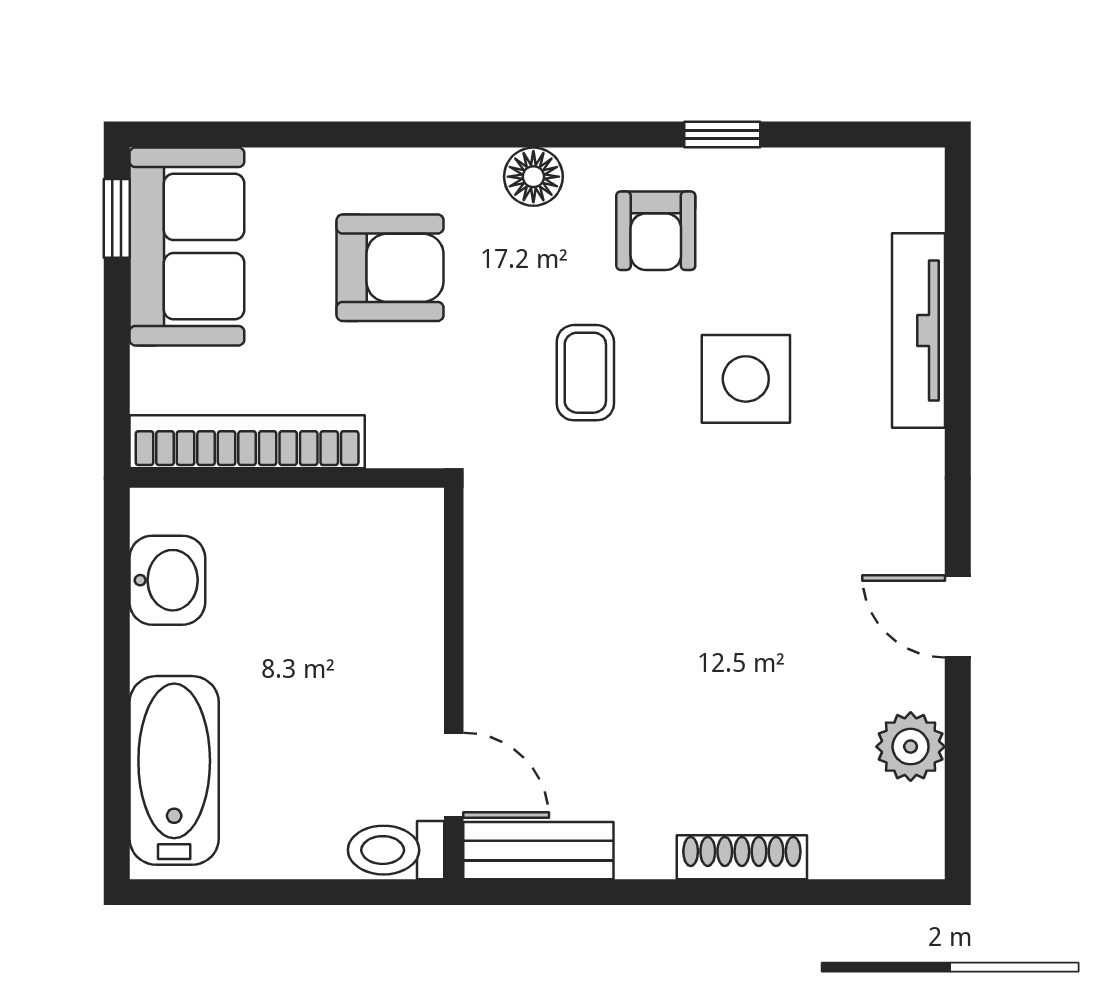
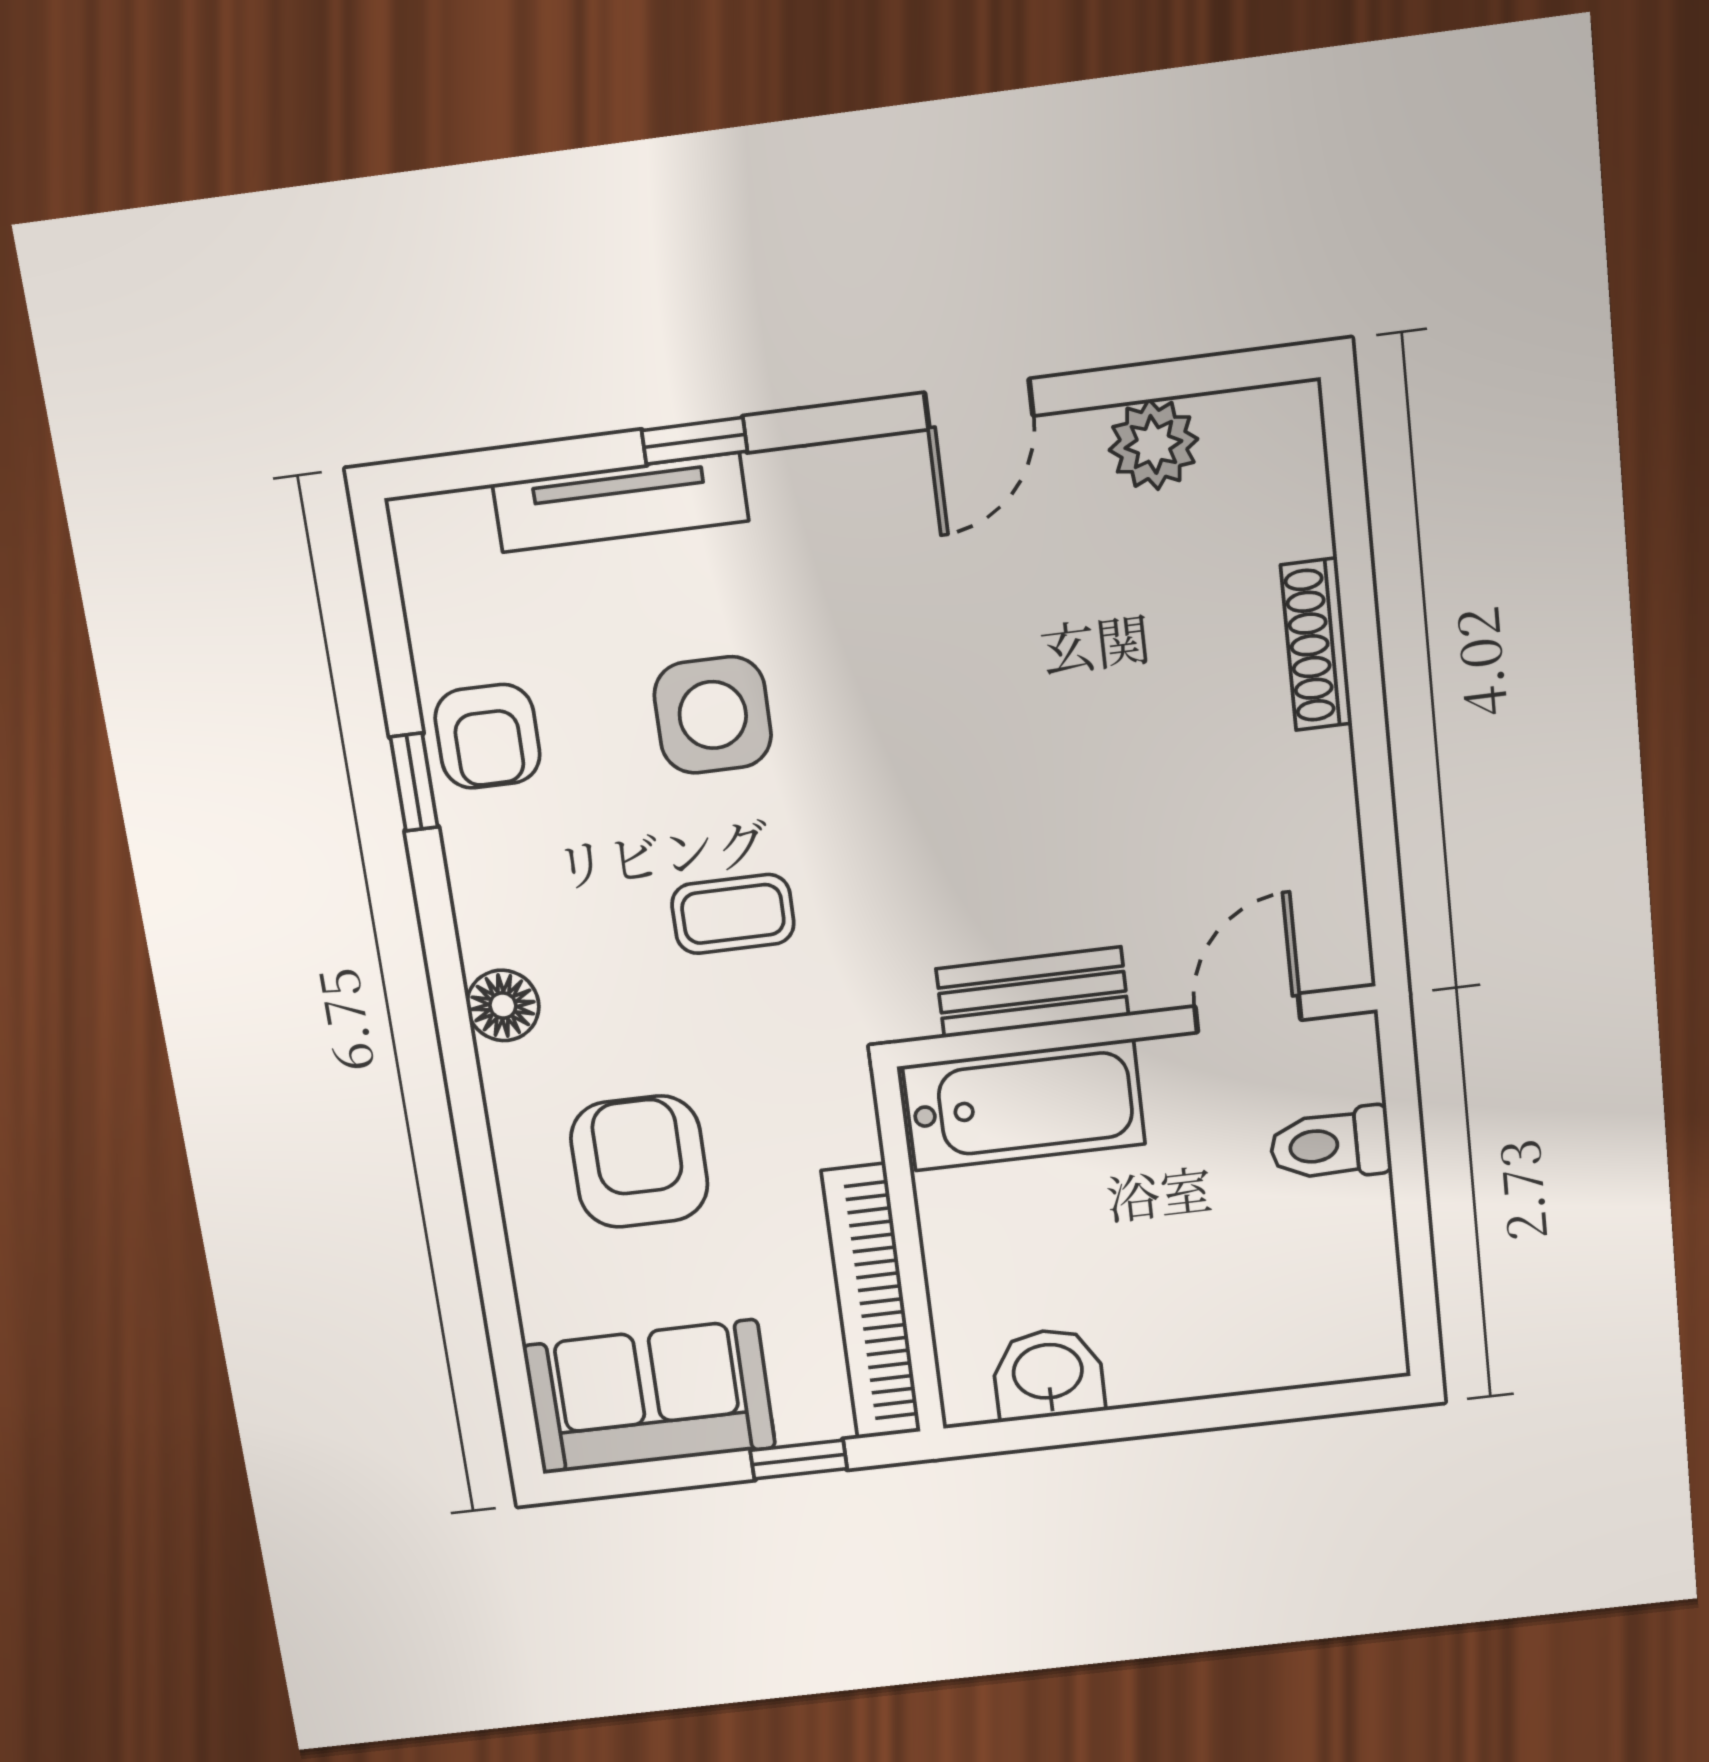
window: (117, 218) -> (799, 1460), moved
armchair: (656, 231) -> (487, 736), moved, turned 90
window: (958, 394) -> (695, 441), added
bathtub: (174, 770) -> (1024, 1105), moved, turned 180
toilet: (396, 850) -> (1330, 1145), moved, turned 90
bench: (538, 851) -> (1032, 992), moved, turned 90

